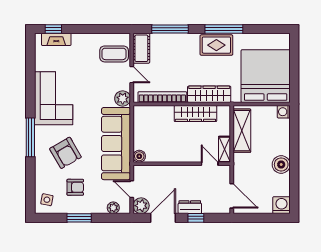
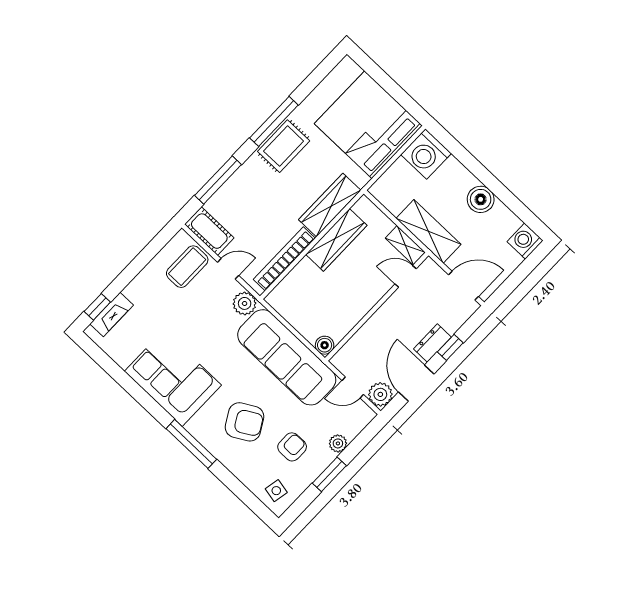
washing machine: (284, 112) -> (426, 154), width x1.89, depth x1.89
shelving: (242, 131) -> (428, 231), moved
plant: (113, 208) -> (338, 443), moved

